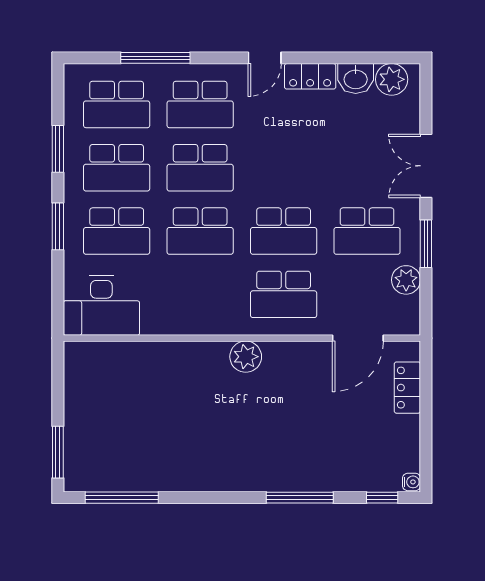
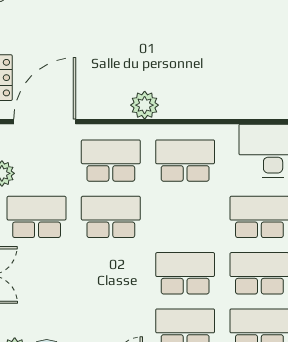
school desk: (200, 231) -> (185, 161), moved
door: (358, 338) -> (45, 122), width x1.36

